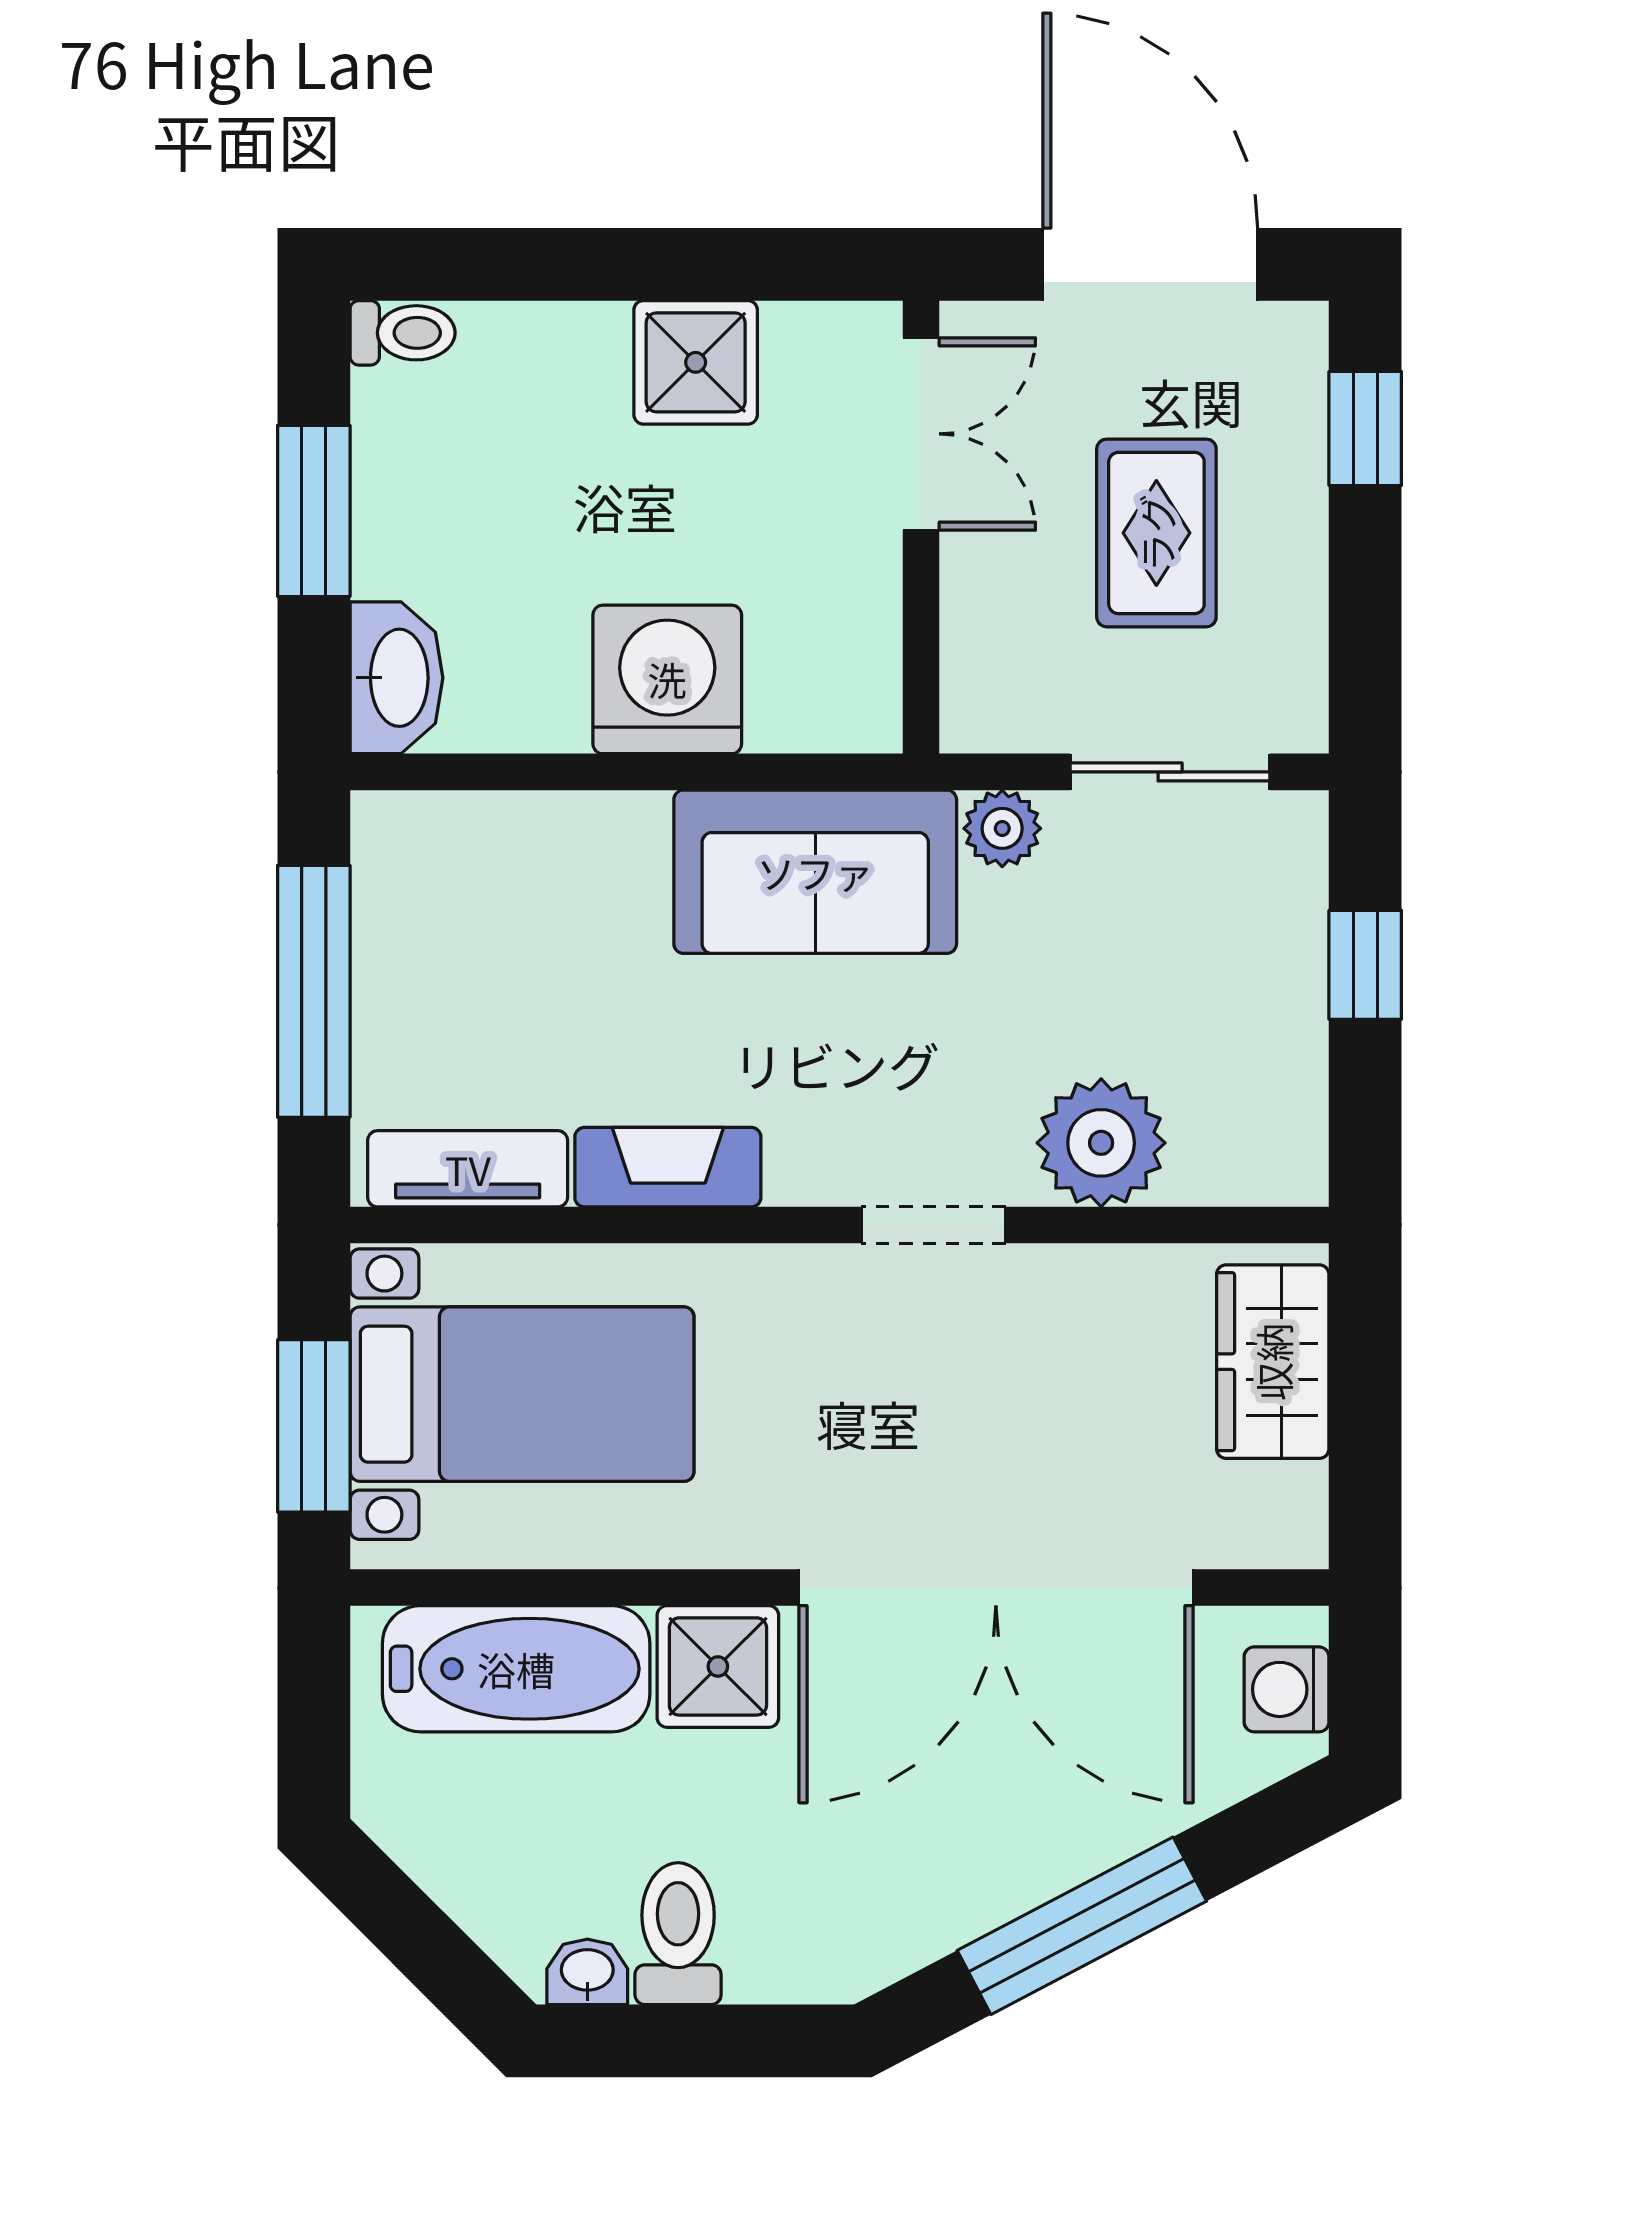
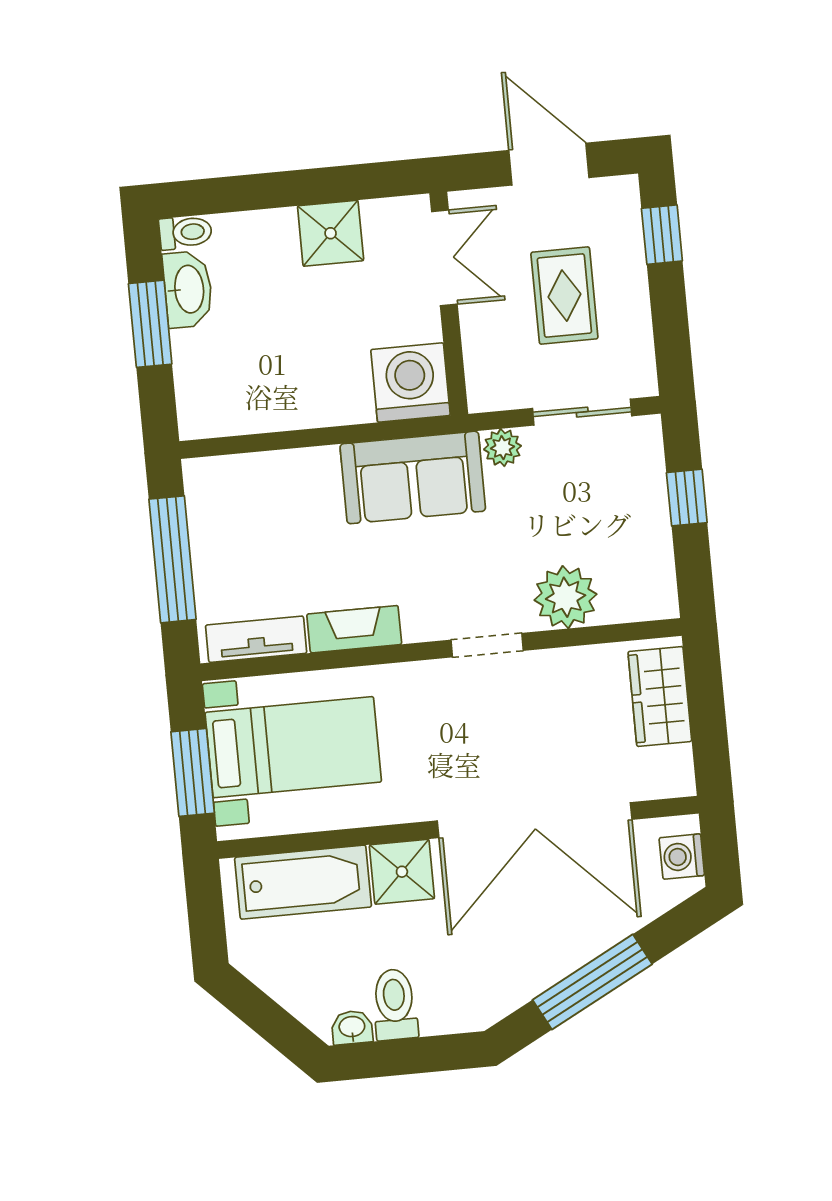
door: (1150, 264) -> (549, 164), width x0.73
washbasin: (396, 678) -> (188, 289), moved
washing machine: (667, 679) -> (410, 383), moved

